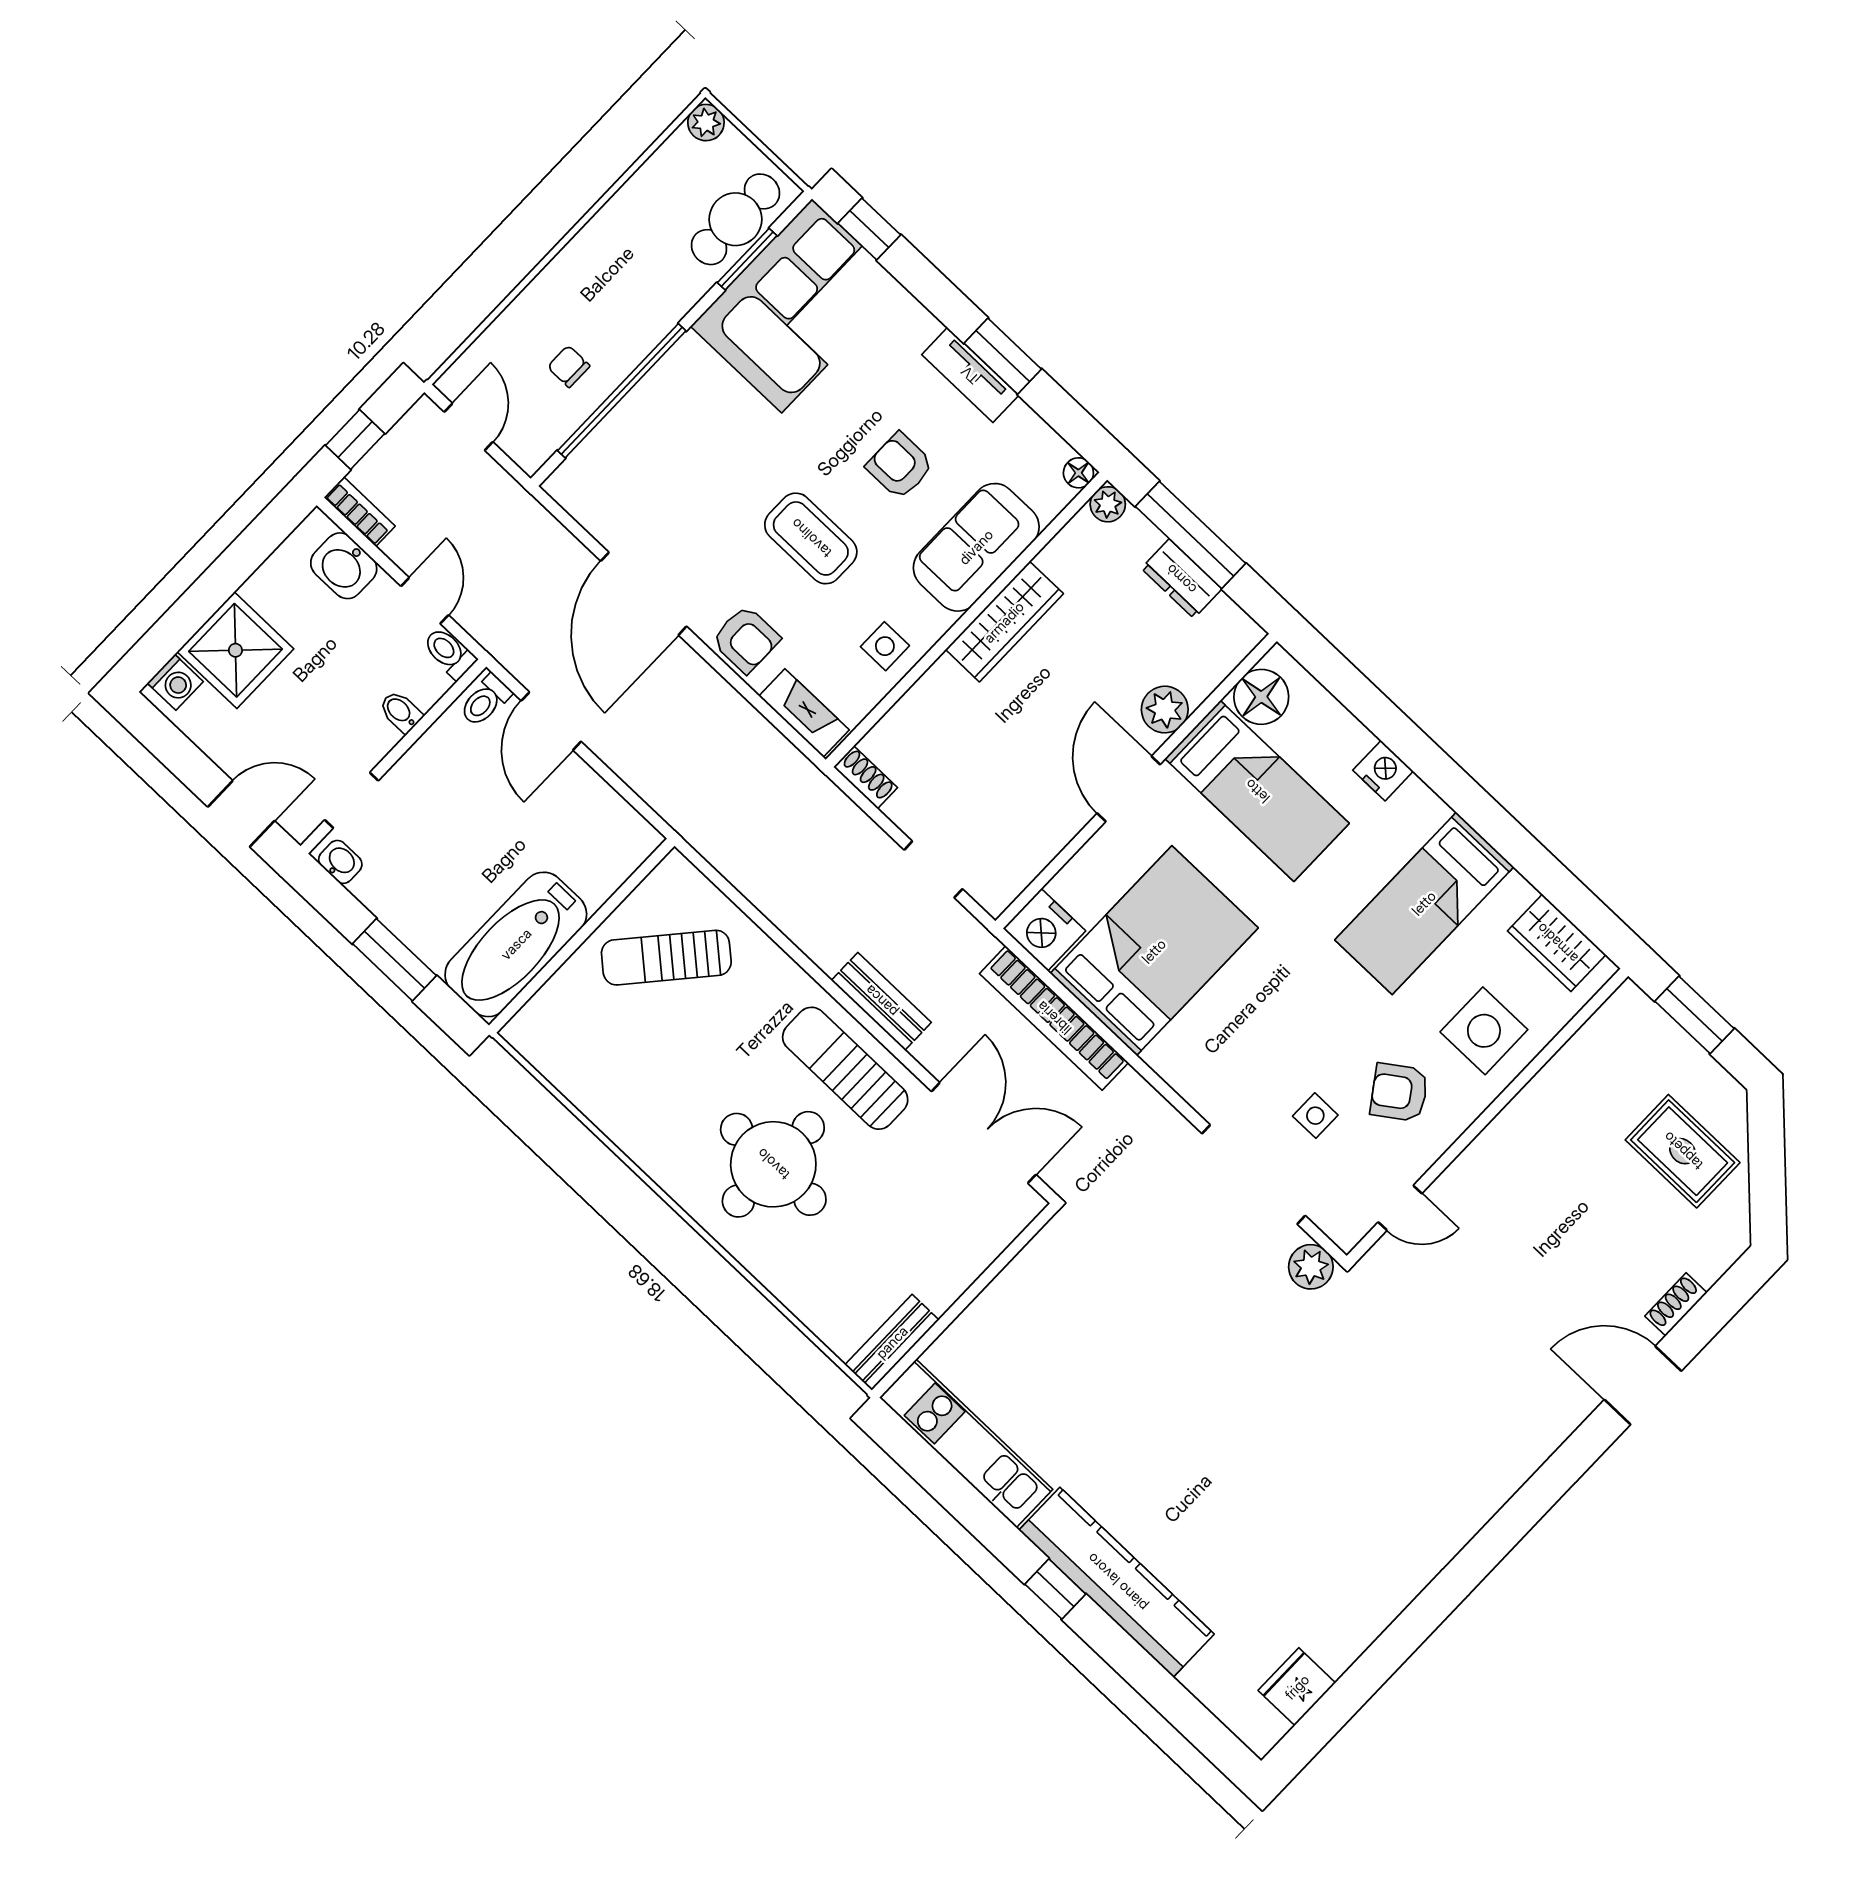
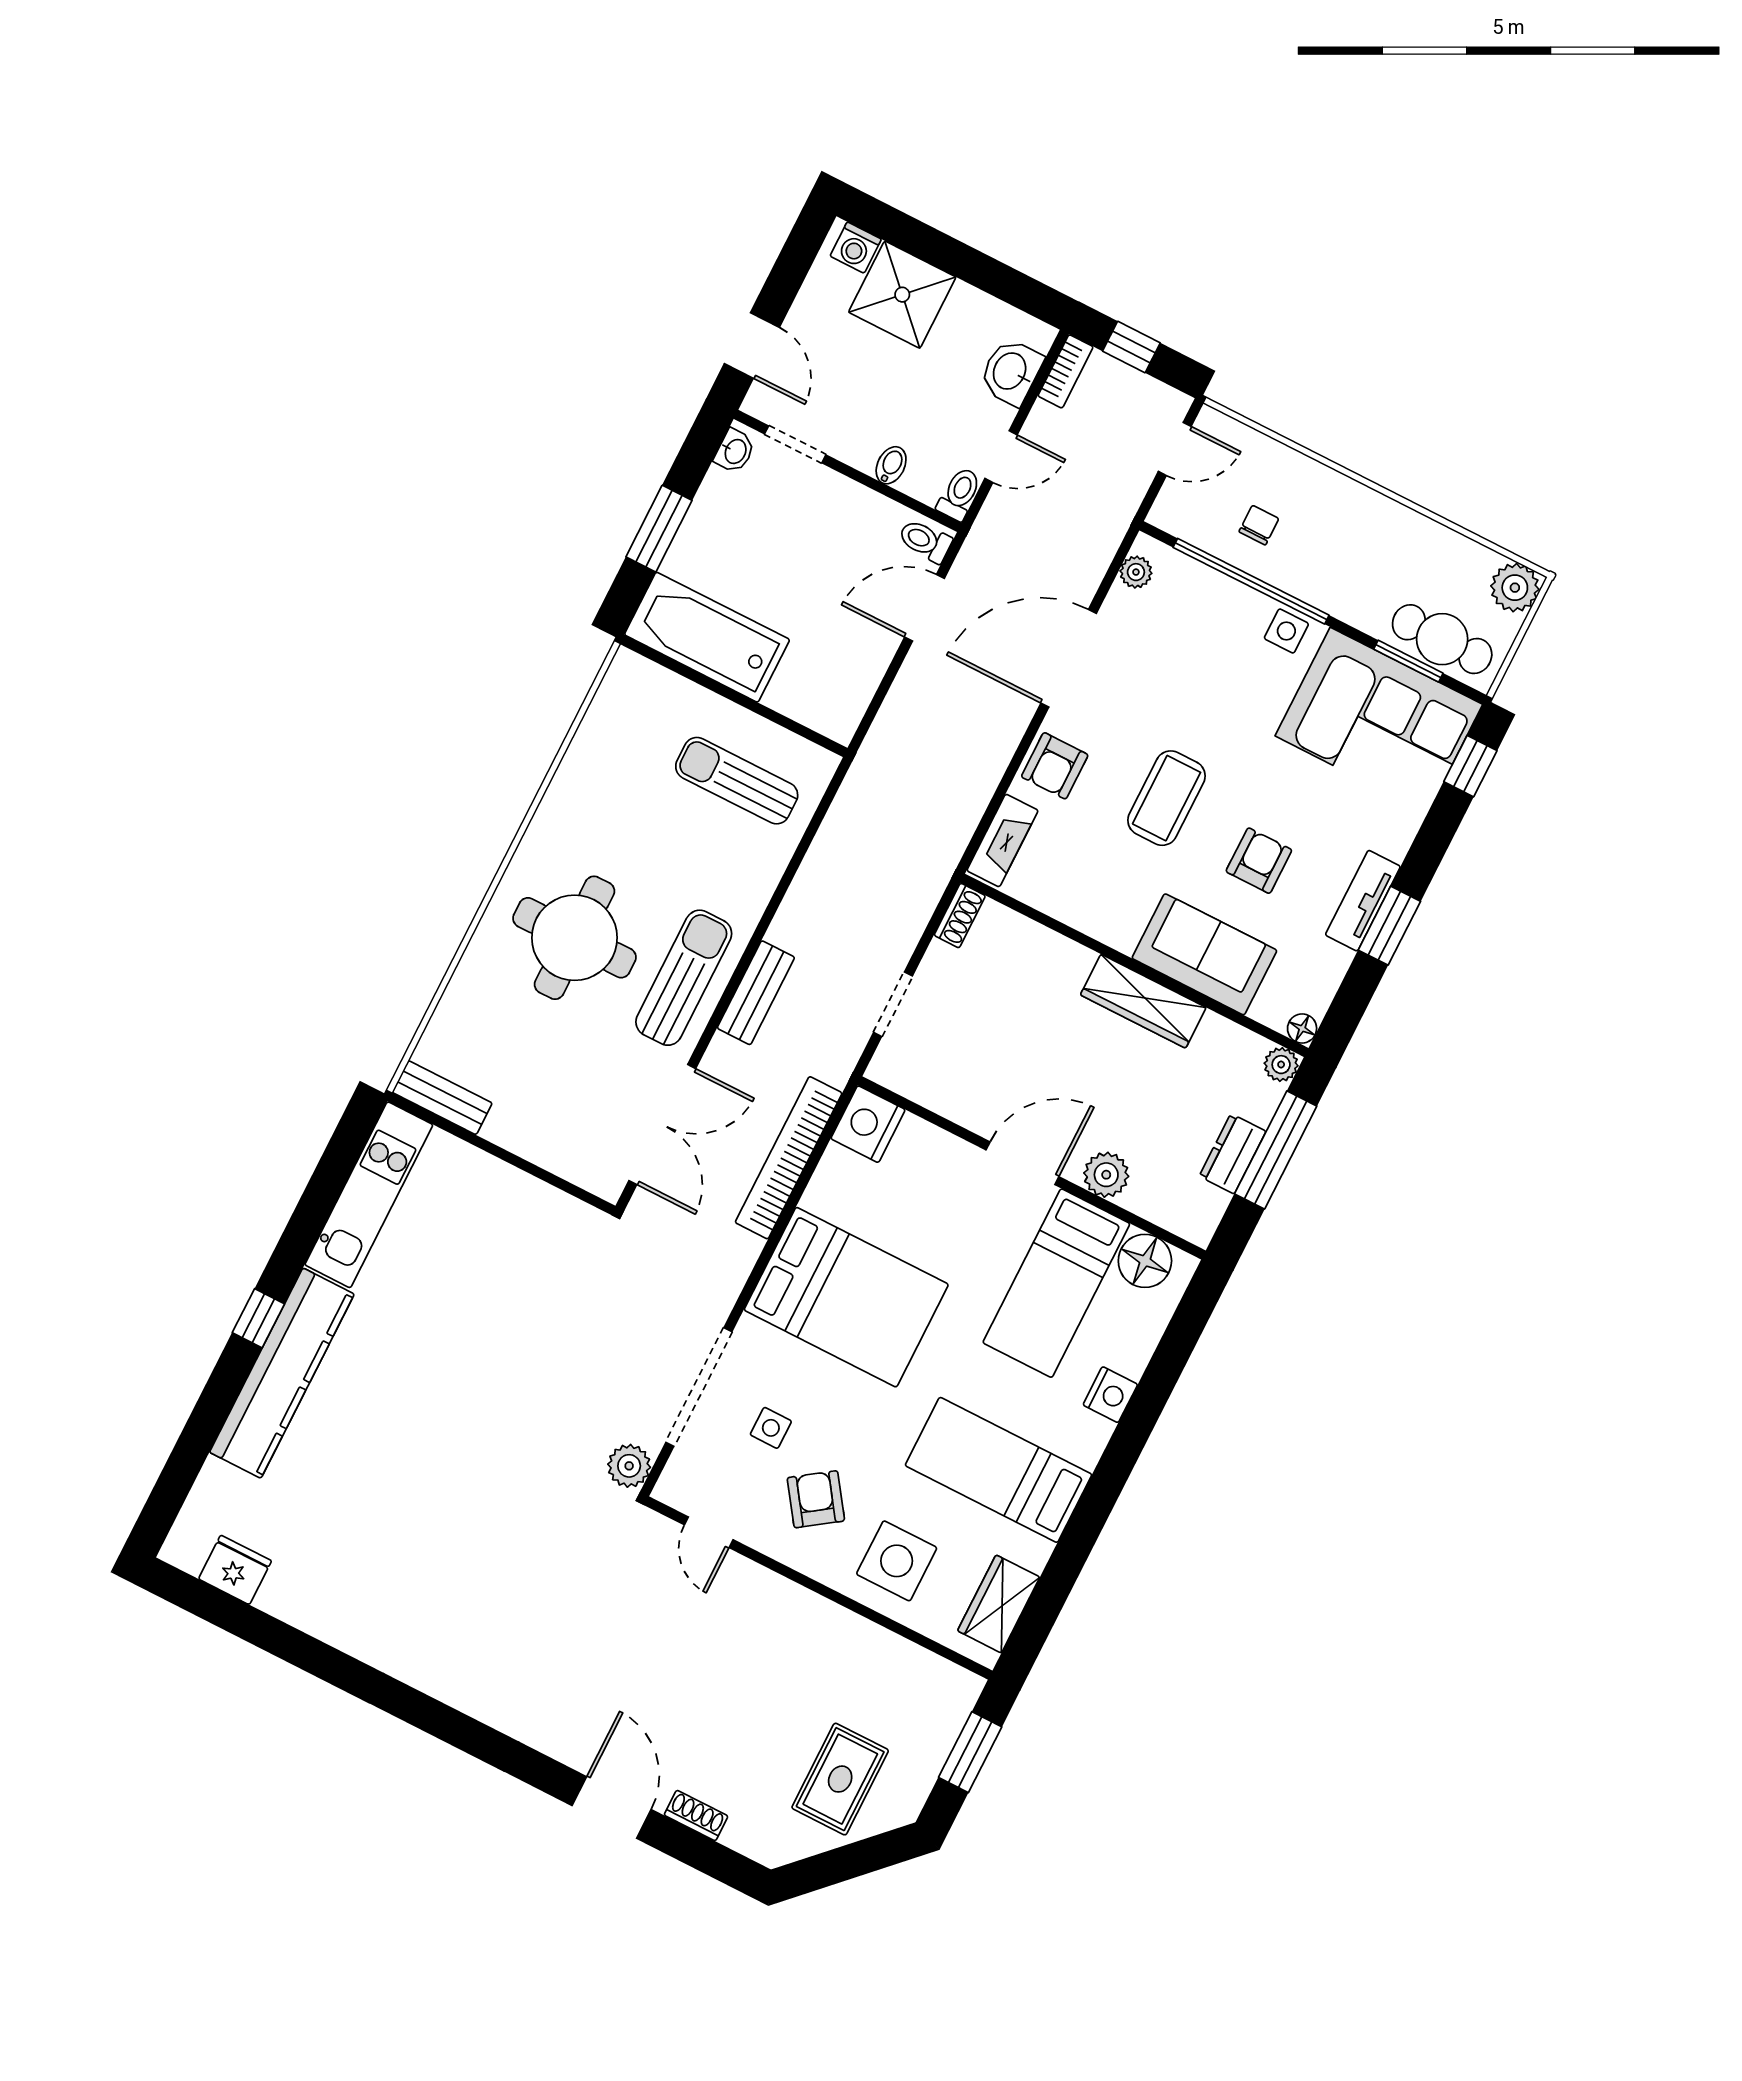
plant: (706, 123) -> (1515, 588), width x1.38, depth x1.38
plant: (579, 502) -> (1136, 572), added
side table: (885, 646) -> (1286, 631), moved
bed: (1154, 951) -> (846, 1297), moved
sun lounger: (666, 958) -> (737, 781), turned -41

